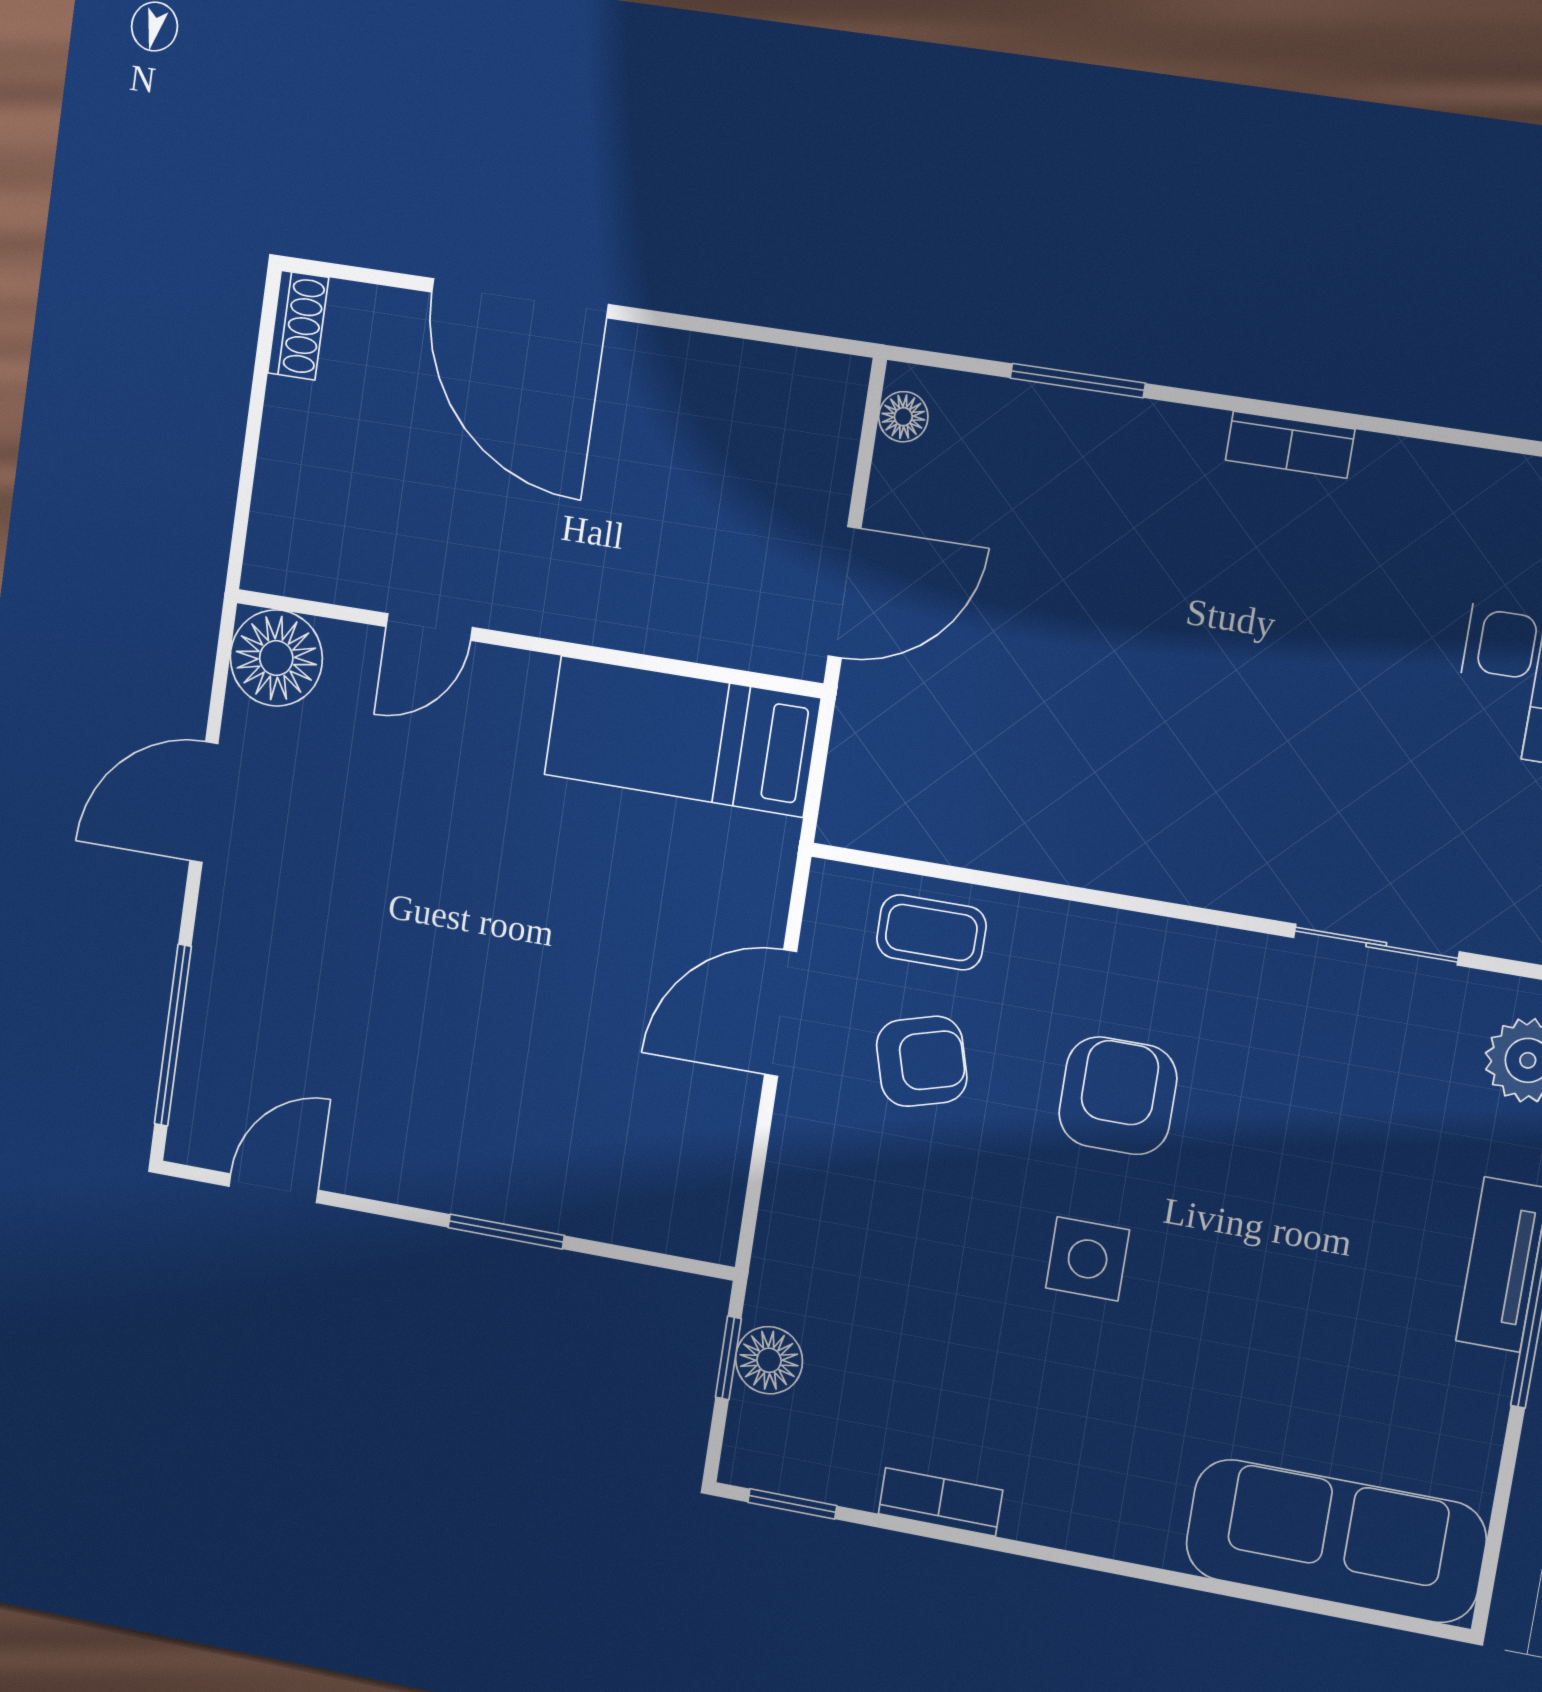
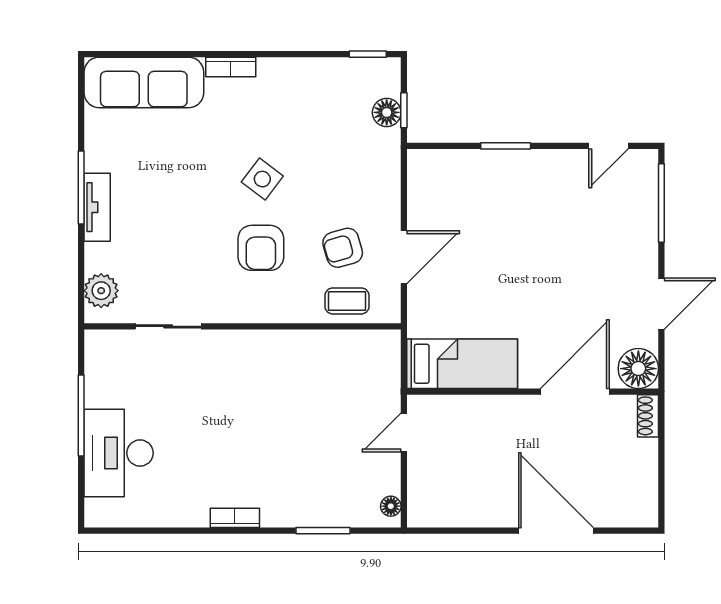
shoe rack: (298, 325) -> (648, 416), moved
door: (844, 592) -> (404, 433), width x0.73
door: (429, 627) -> (575, 392), width x1.87
side table: (1088, 1259) -> (262, 179), turned 37
bookcase: (940, 1502) -> (231, 67), moved

